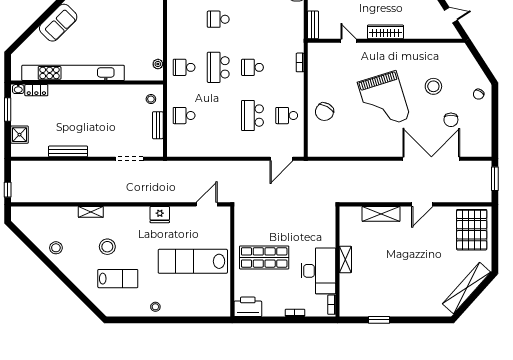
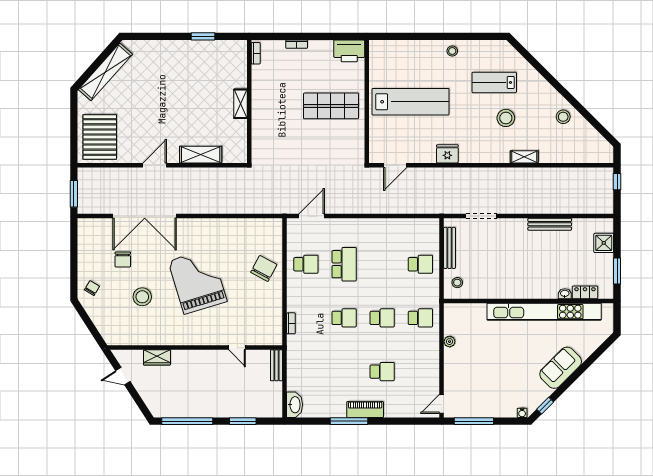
wardrobe: (385, 32) -> (157, 357), moved, width x0.67
plant: (158, 64) -> (450, 342), moved
school desk: (218, 67) -> (382, 318), width x0.54
washbasin: (18, 89) -> (565, 294), moved
chair: (451, 120) -> (123, 259), turned 180
bench: (158, 125) -> (450, 248), width x1.36
desk: (318, 271) -> (271, 91), removed

